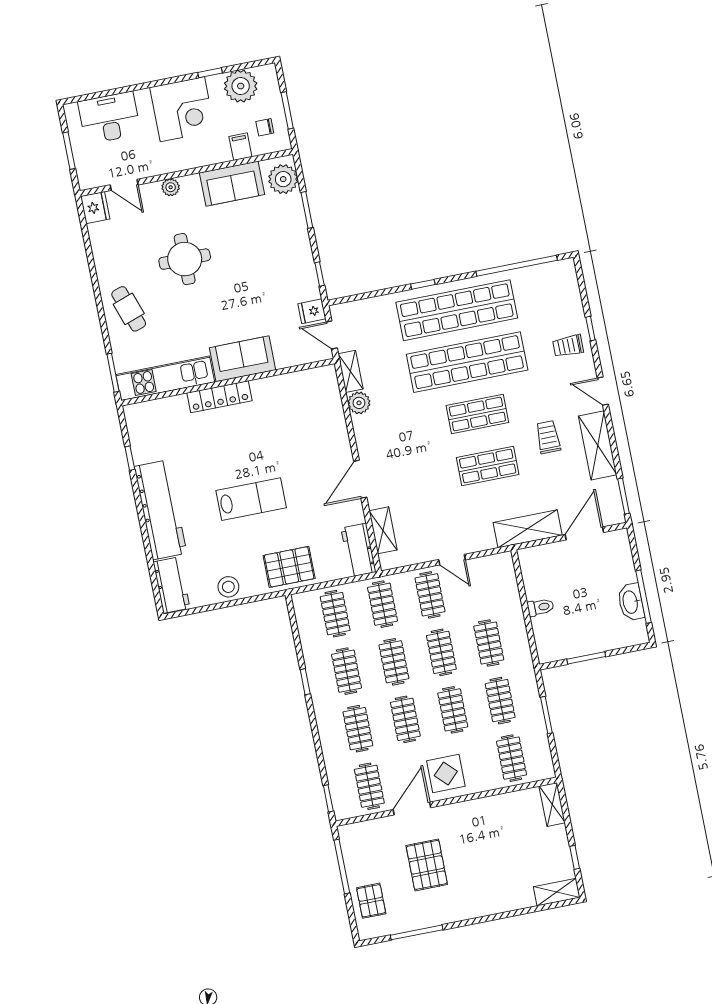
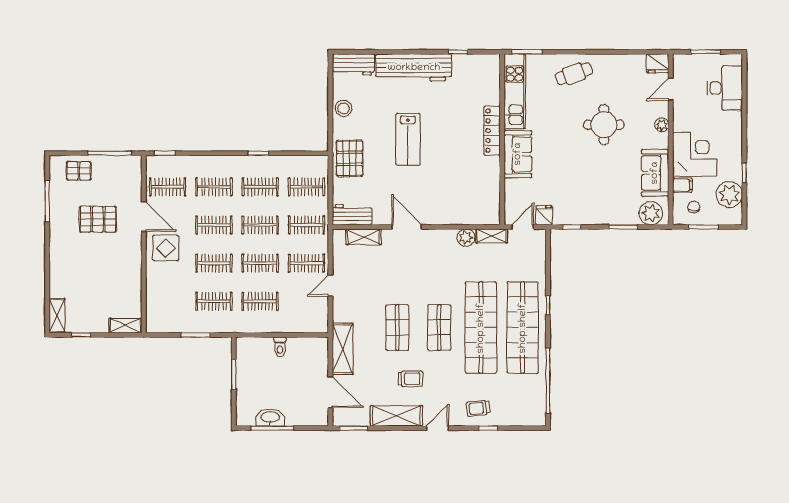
corner desk: (182, 109) -> (695, 154), moved, turned 180
trolley: (568, 346) -> (478, 408), turned -97
clothes rail: (512, 758) -> (168, 301), removed

